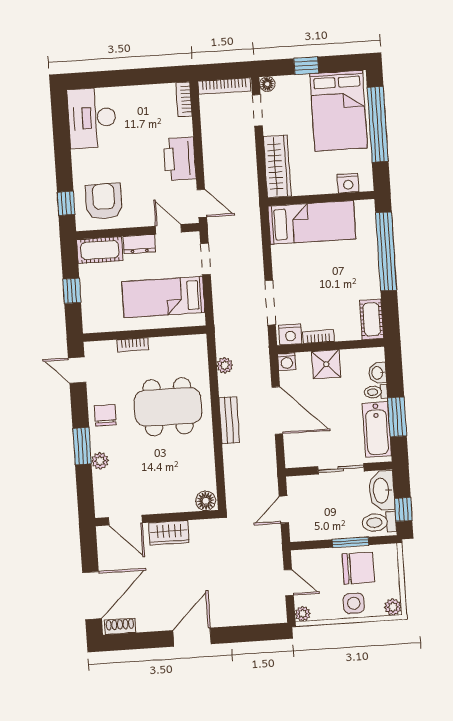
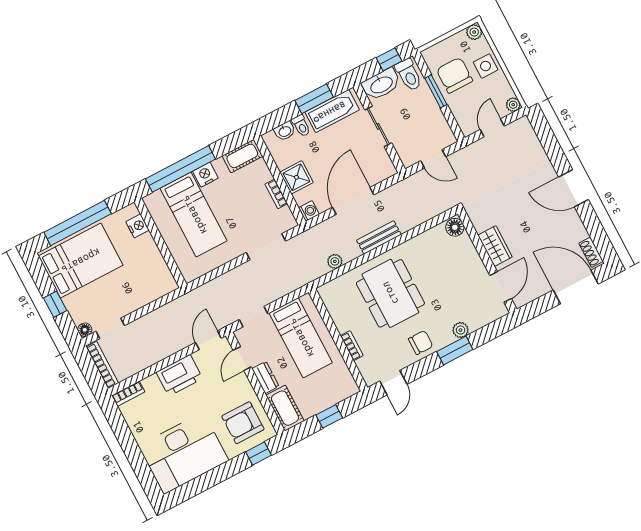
desk: (92, 118) -> (184, 453), width x1.36, depth x1.30
wardrobe: (277, 166) -> (150, 291), removed
bed: (312, 222) -> (194, 215), moved, turned 180
nightstand: (290, 334) -> (205, 175), moved, turned -90
chair: (105, 415) -> (421, 343), turned 180

